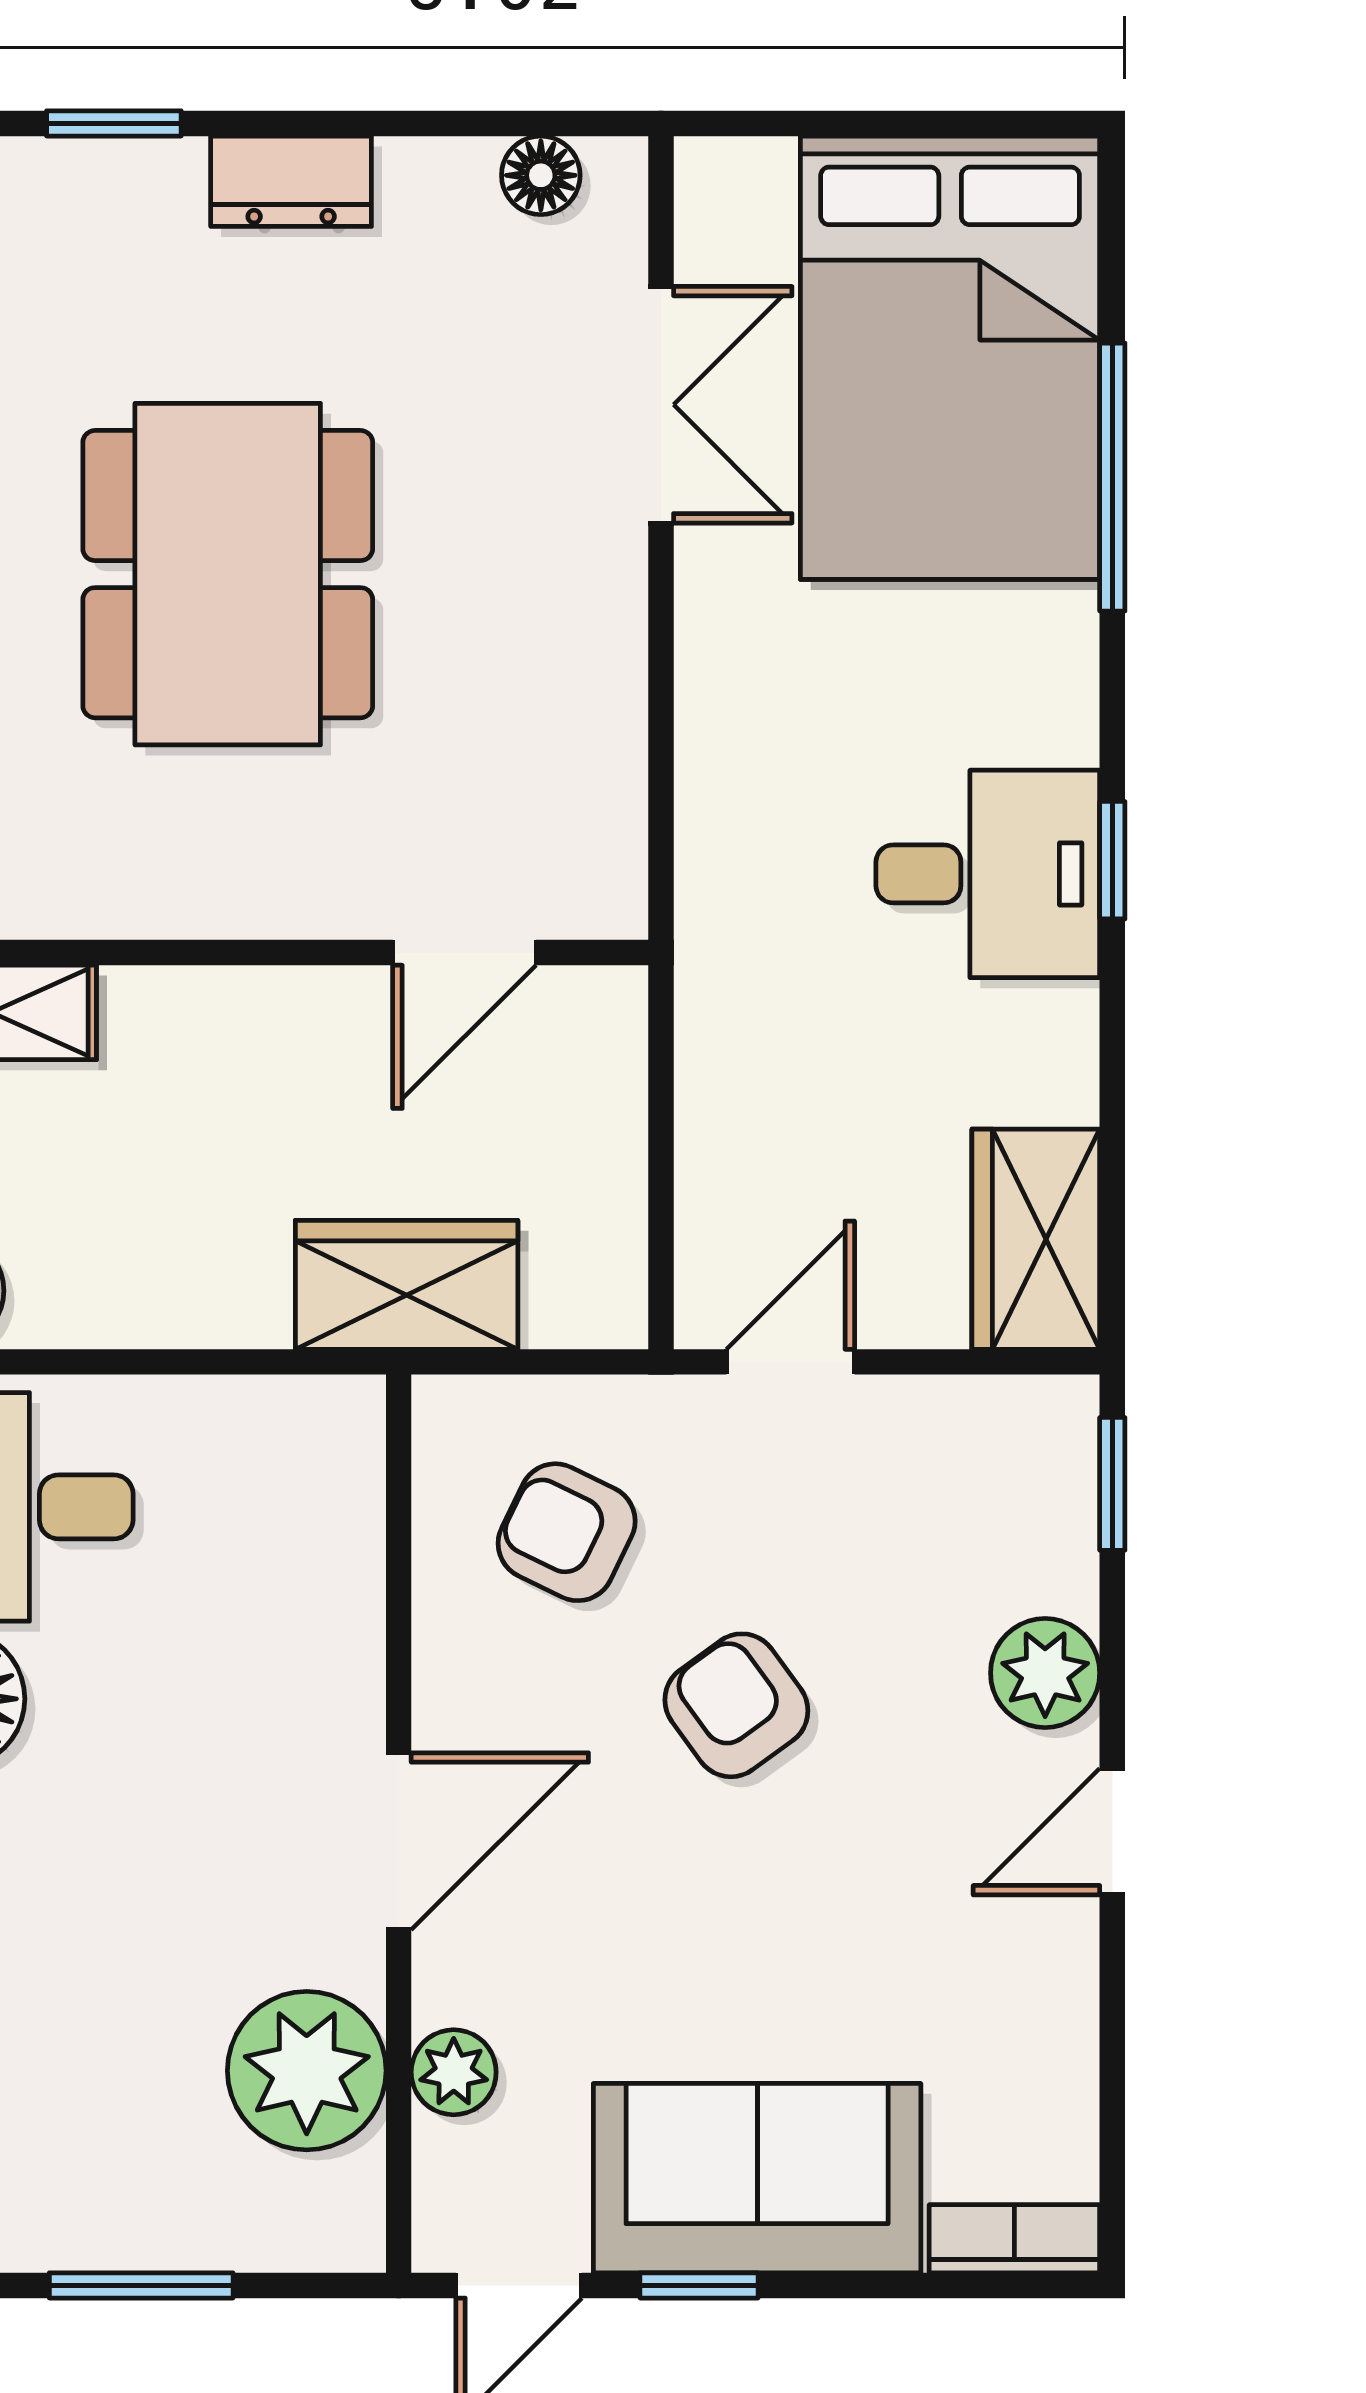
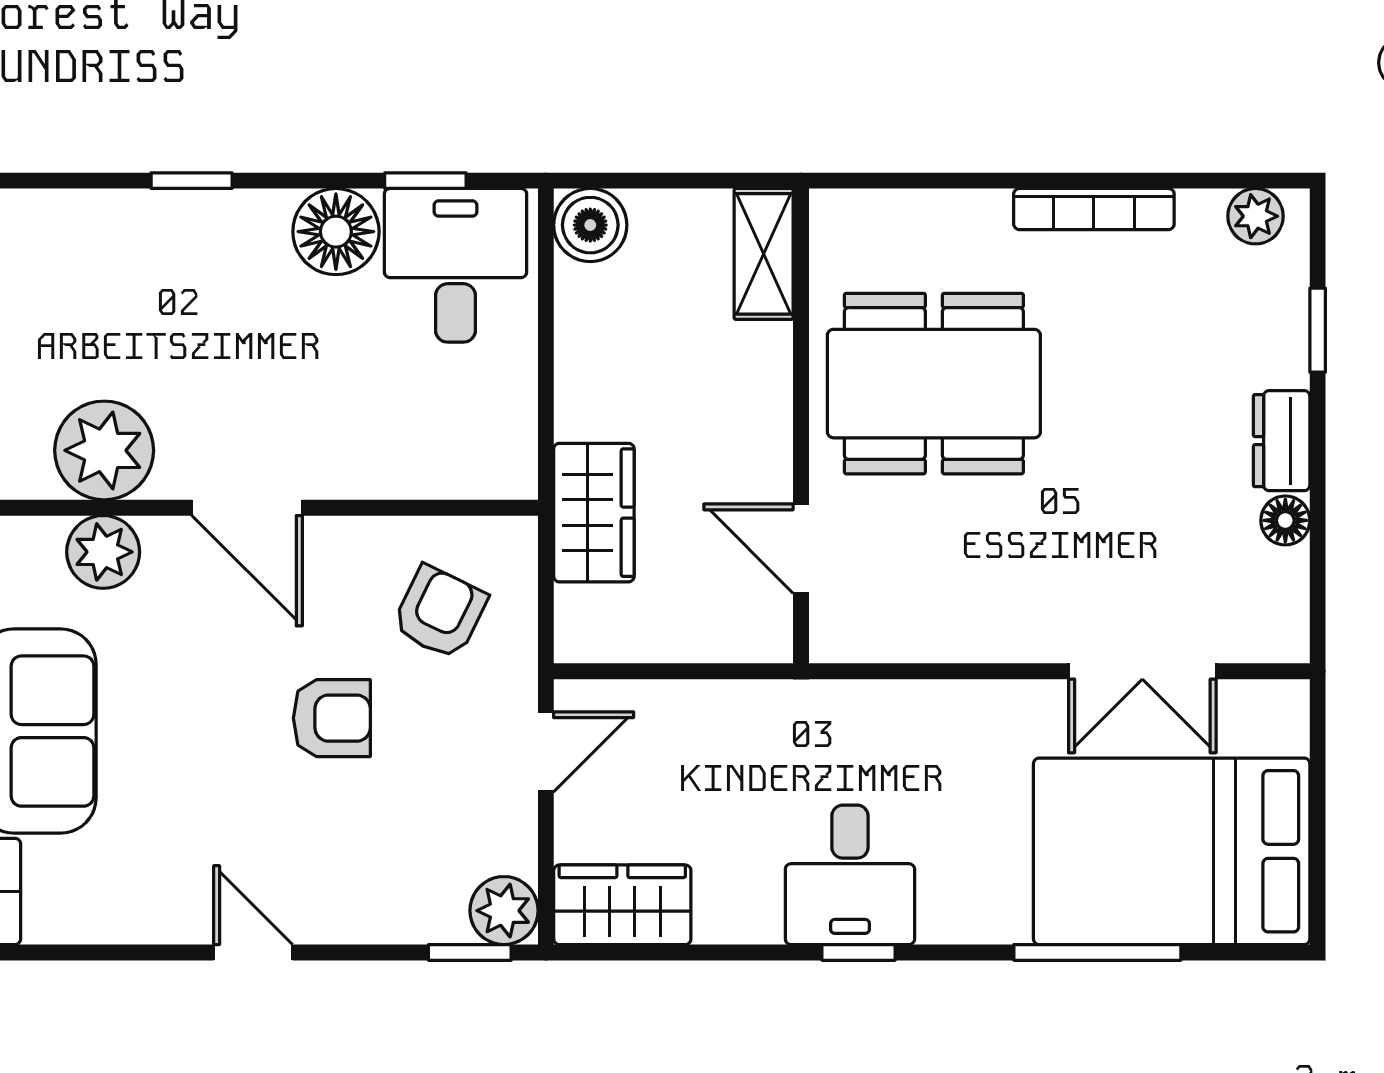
floor lamp: (541, 175) -> (1285, 520), moved
dining table: (228, 574) -> (934, 384), moved
door: (790, 1362) -> (546, 752), hinge flipped
plant: (1045, 1673) -> (504, 911), moved
armchair: (736, 1705) -> (332, 718), turned 36
plant: (454, 2072) -> (103, 552), width x1.38, depth x1.38

